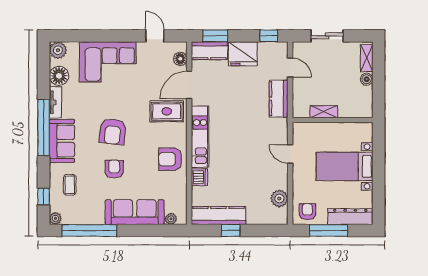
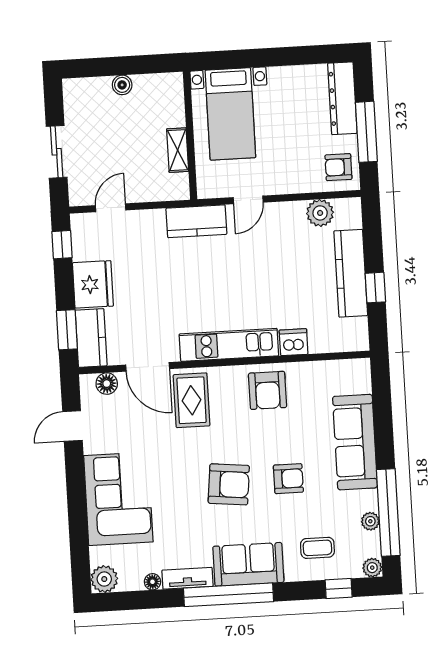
shelving: (367, 58) -> (89, 87), removed
floor lamp: (59, 76) -> (152, 582), width x0.53, depth x0.53
kitchen counter: (279, 99) -> (196, 221), moved
bed with nightstands: (345, 166) -> (230, 114), moved
armchair: (114, 169) -> (288, 479), turned 180
kitchen counter: (218, 216) -> (351, 273), moved
plant: (171, 219) -> (370, 521), moved

